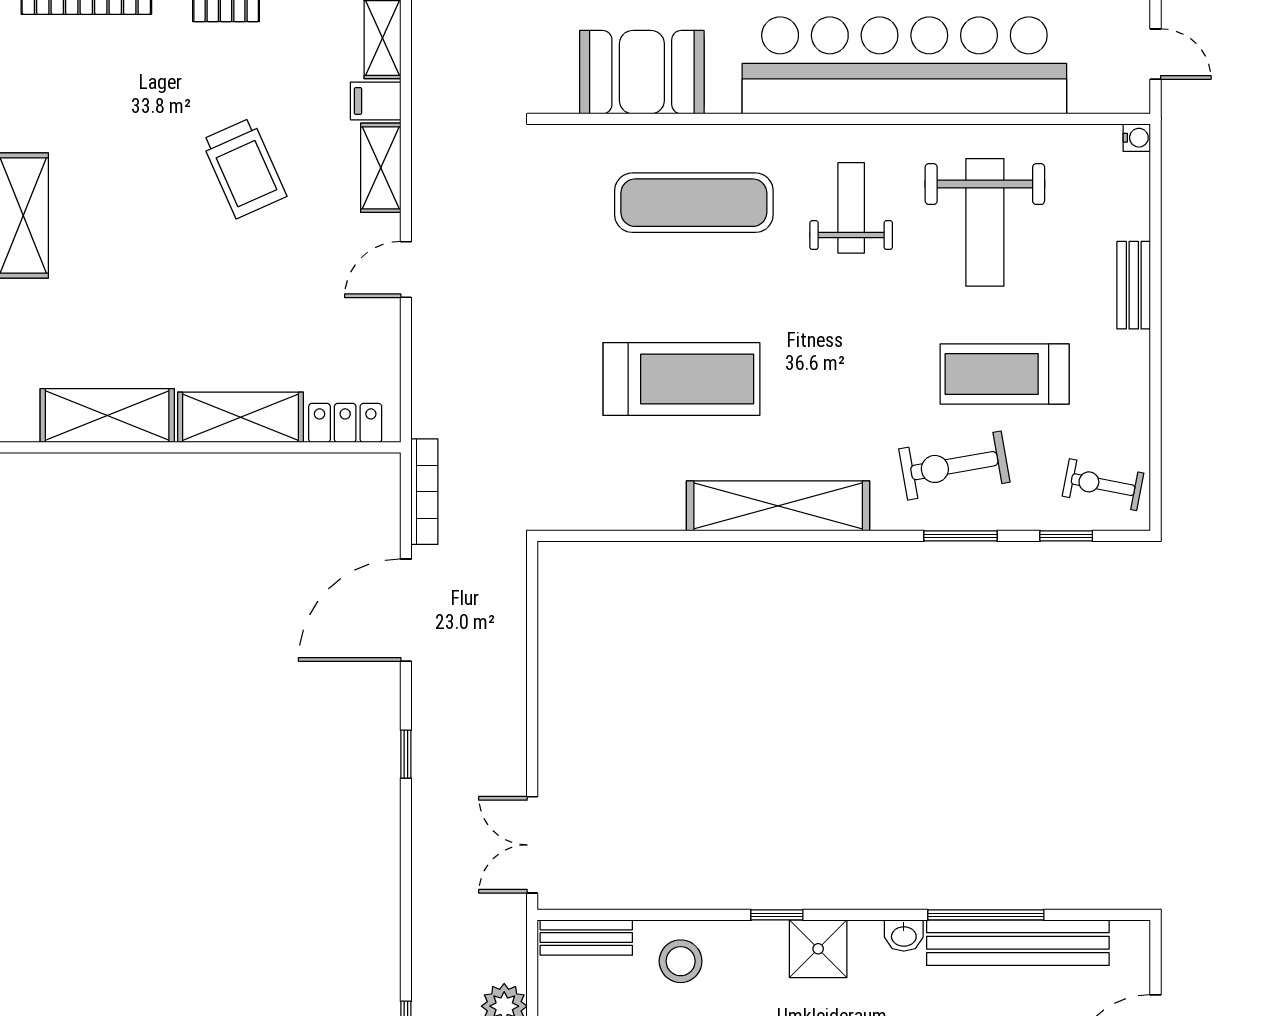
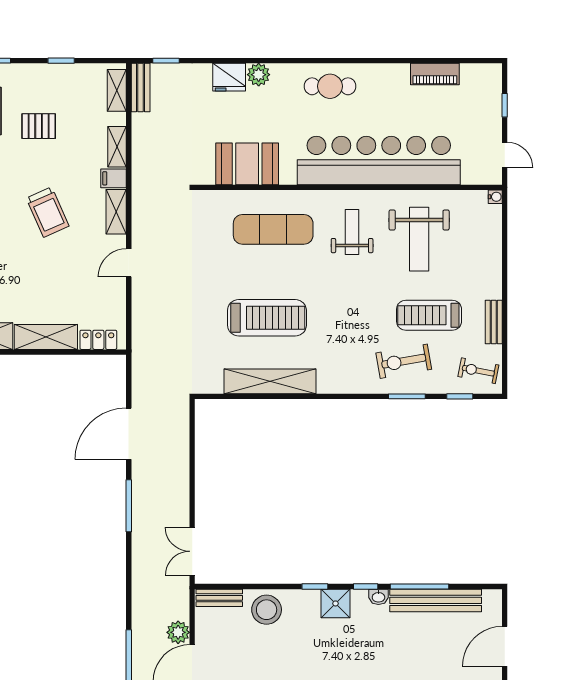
bench: (1134, 285) -> (494, 322), moved
bookcase: (424, 492) -> (138, 374), removed
shelving: (778, 506) -> (270, 381), moved
window: (406, 754) -> (129, 506), width x2.17
window: (878, 915) -> (366, 586), added
stool: (681, 961) -> (267, 610), width x1.38, depth x1.38

